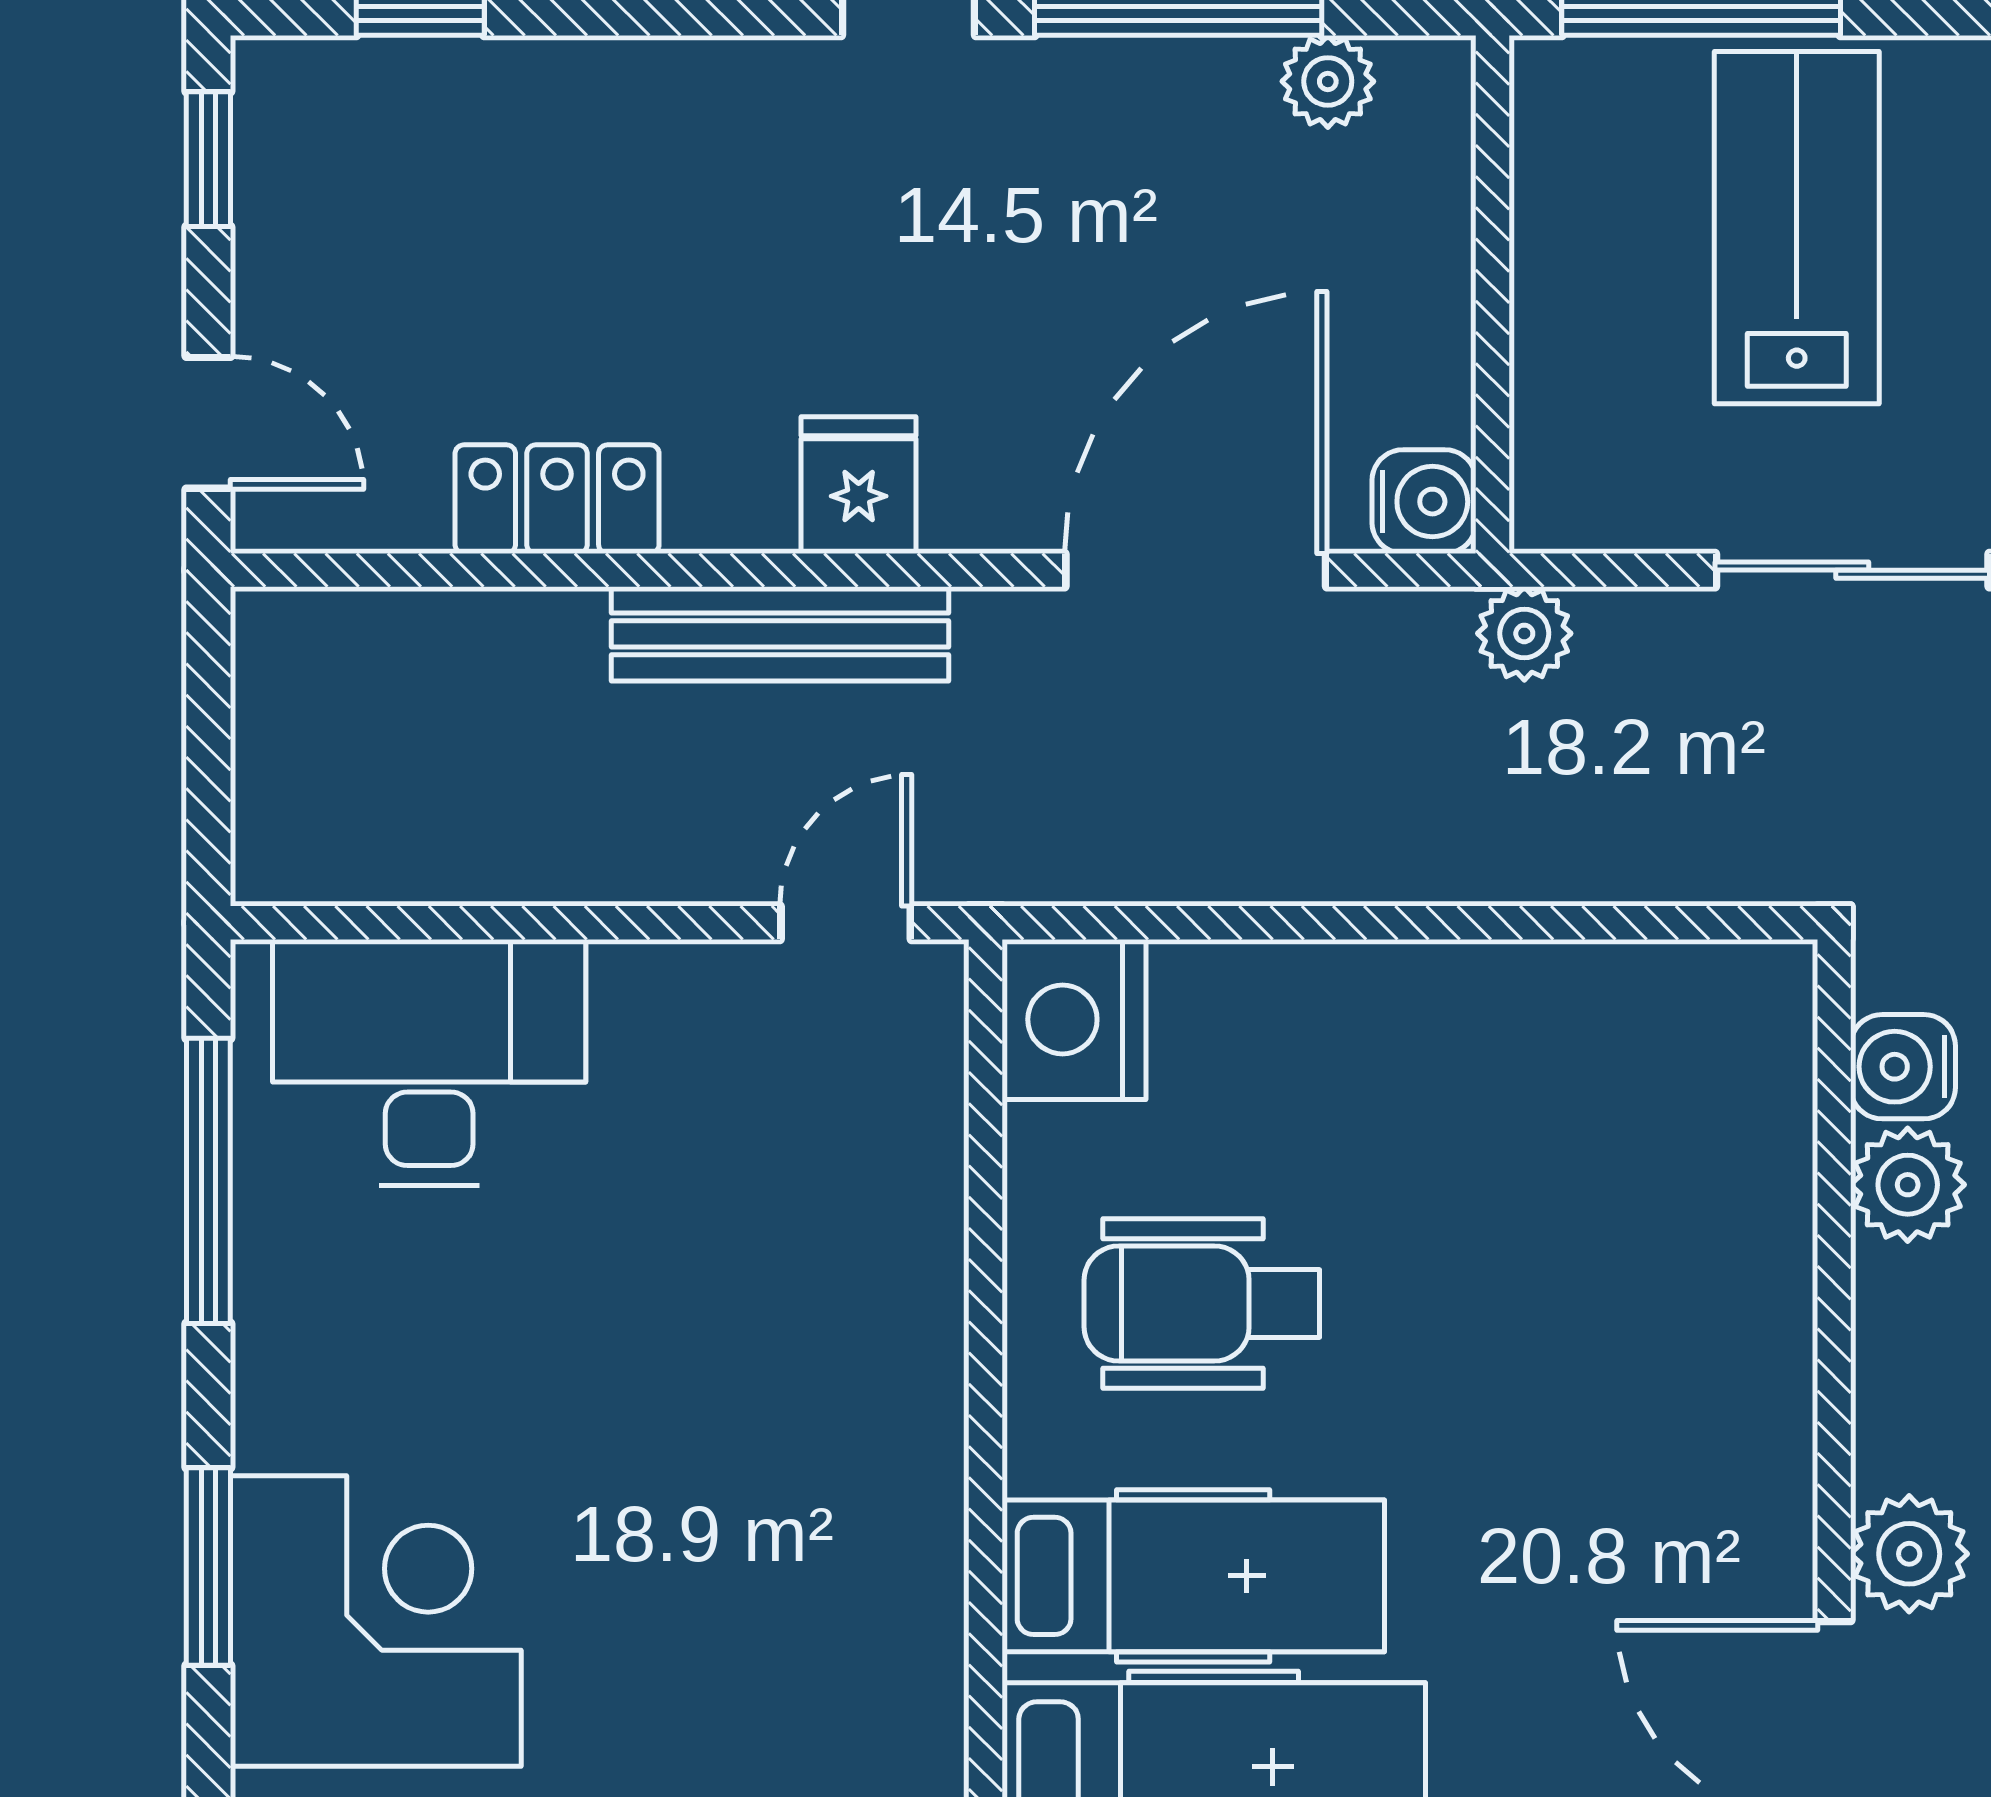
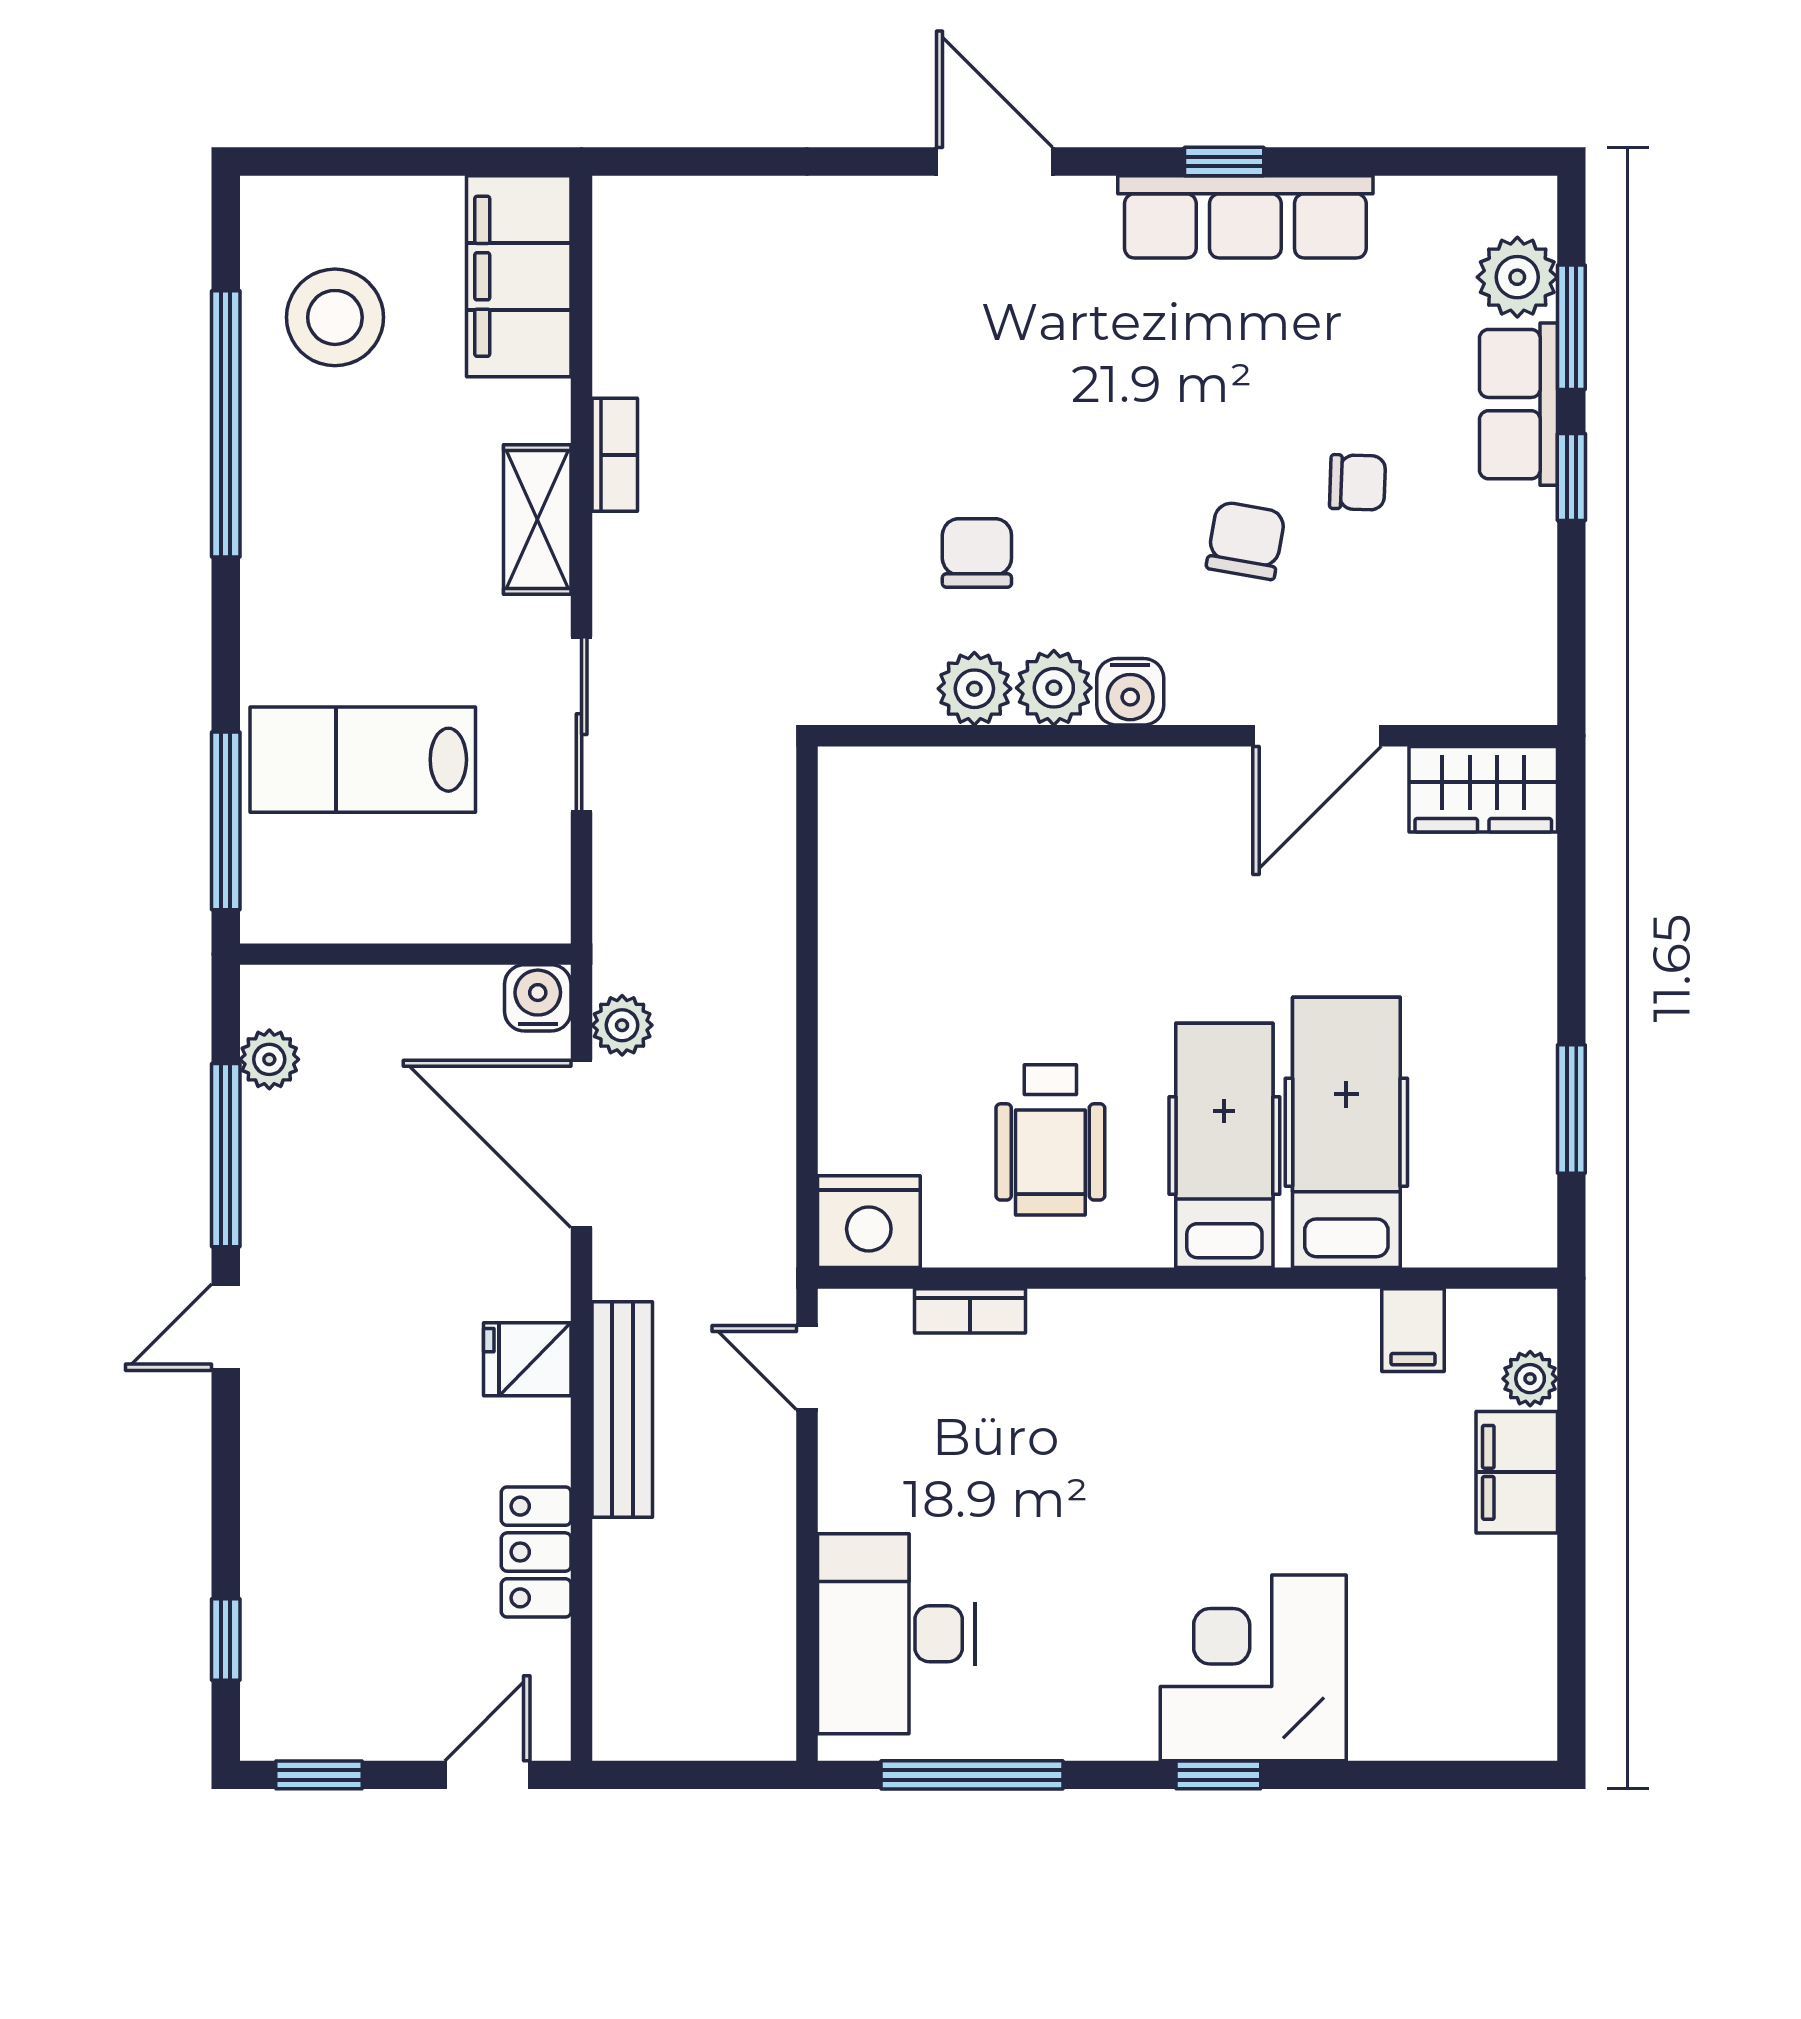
plant: (1524, 633) -> (622, 1025), moved
water cooler: (1903, 1067) -> (1130, 692), moved
bookcase: (934, 1178) -> (970, 1311), added
plant: (1909, 1554) -> (1054, 688), moved
window: (208, 1566) -> (1218, 1775), width x0.67

